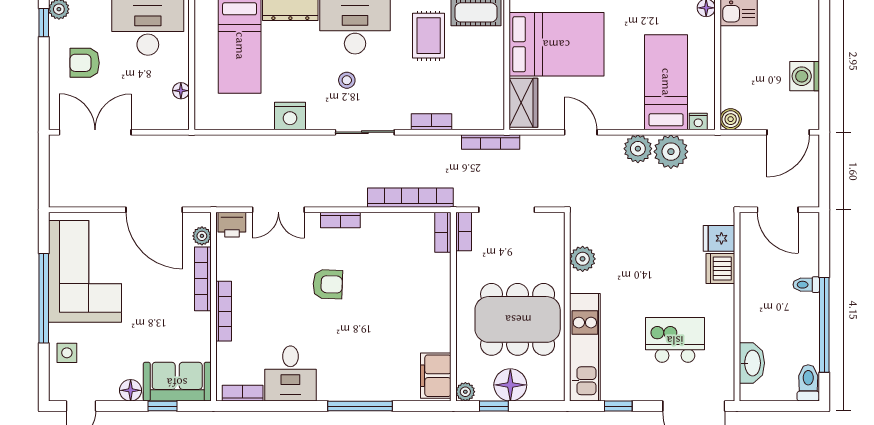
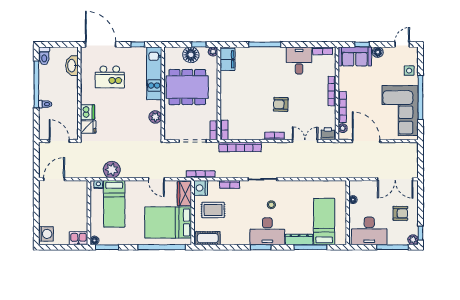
rug: (429, 36) -> (213, 210), moved, turned 90
washing machine: (805, 76) -> (46, 234), moved
nightstand: (290, 116) -> (201, 188), moved, turned -90
boiler: (731, 119) -> (82, 186), removed
plant: (638, 149) -> (128, 171), removed

